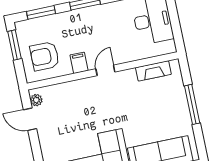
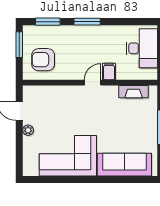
filing cabinet: (79, 63) -> (109, 72), moved
plant: (36, 100) -> (28, 130), moved

